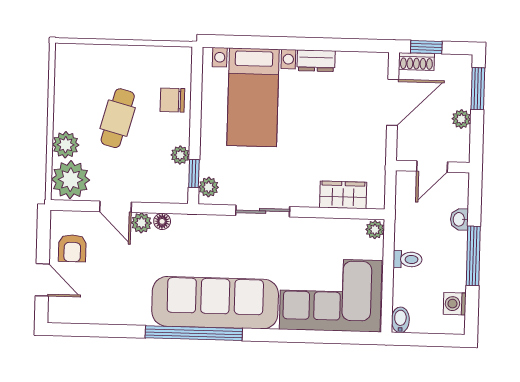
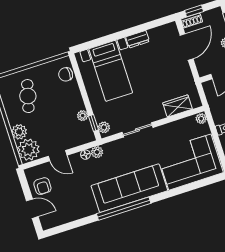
chair: (172, 100) -> (66, 74), moved
cafe table: (118, 118) -> (28, 96), moved
plant: (141, 223) -> (97, 152), moved

